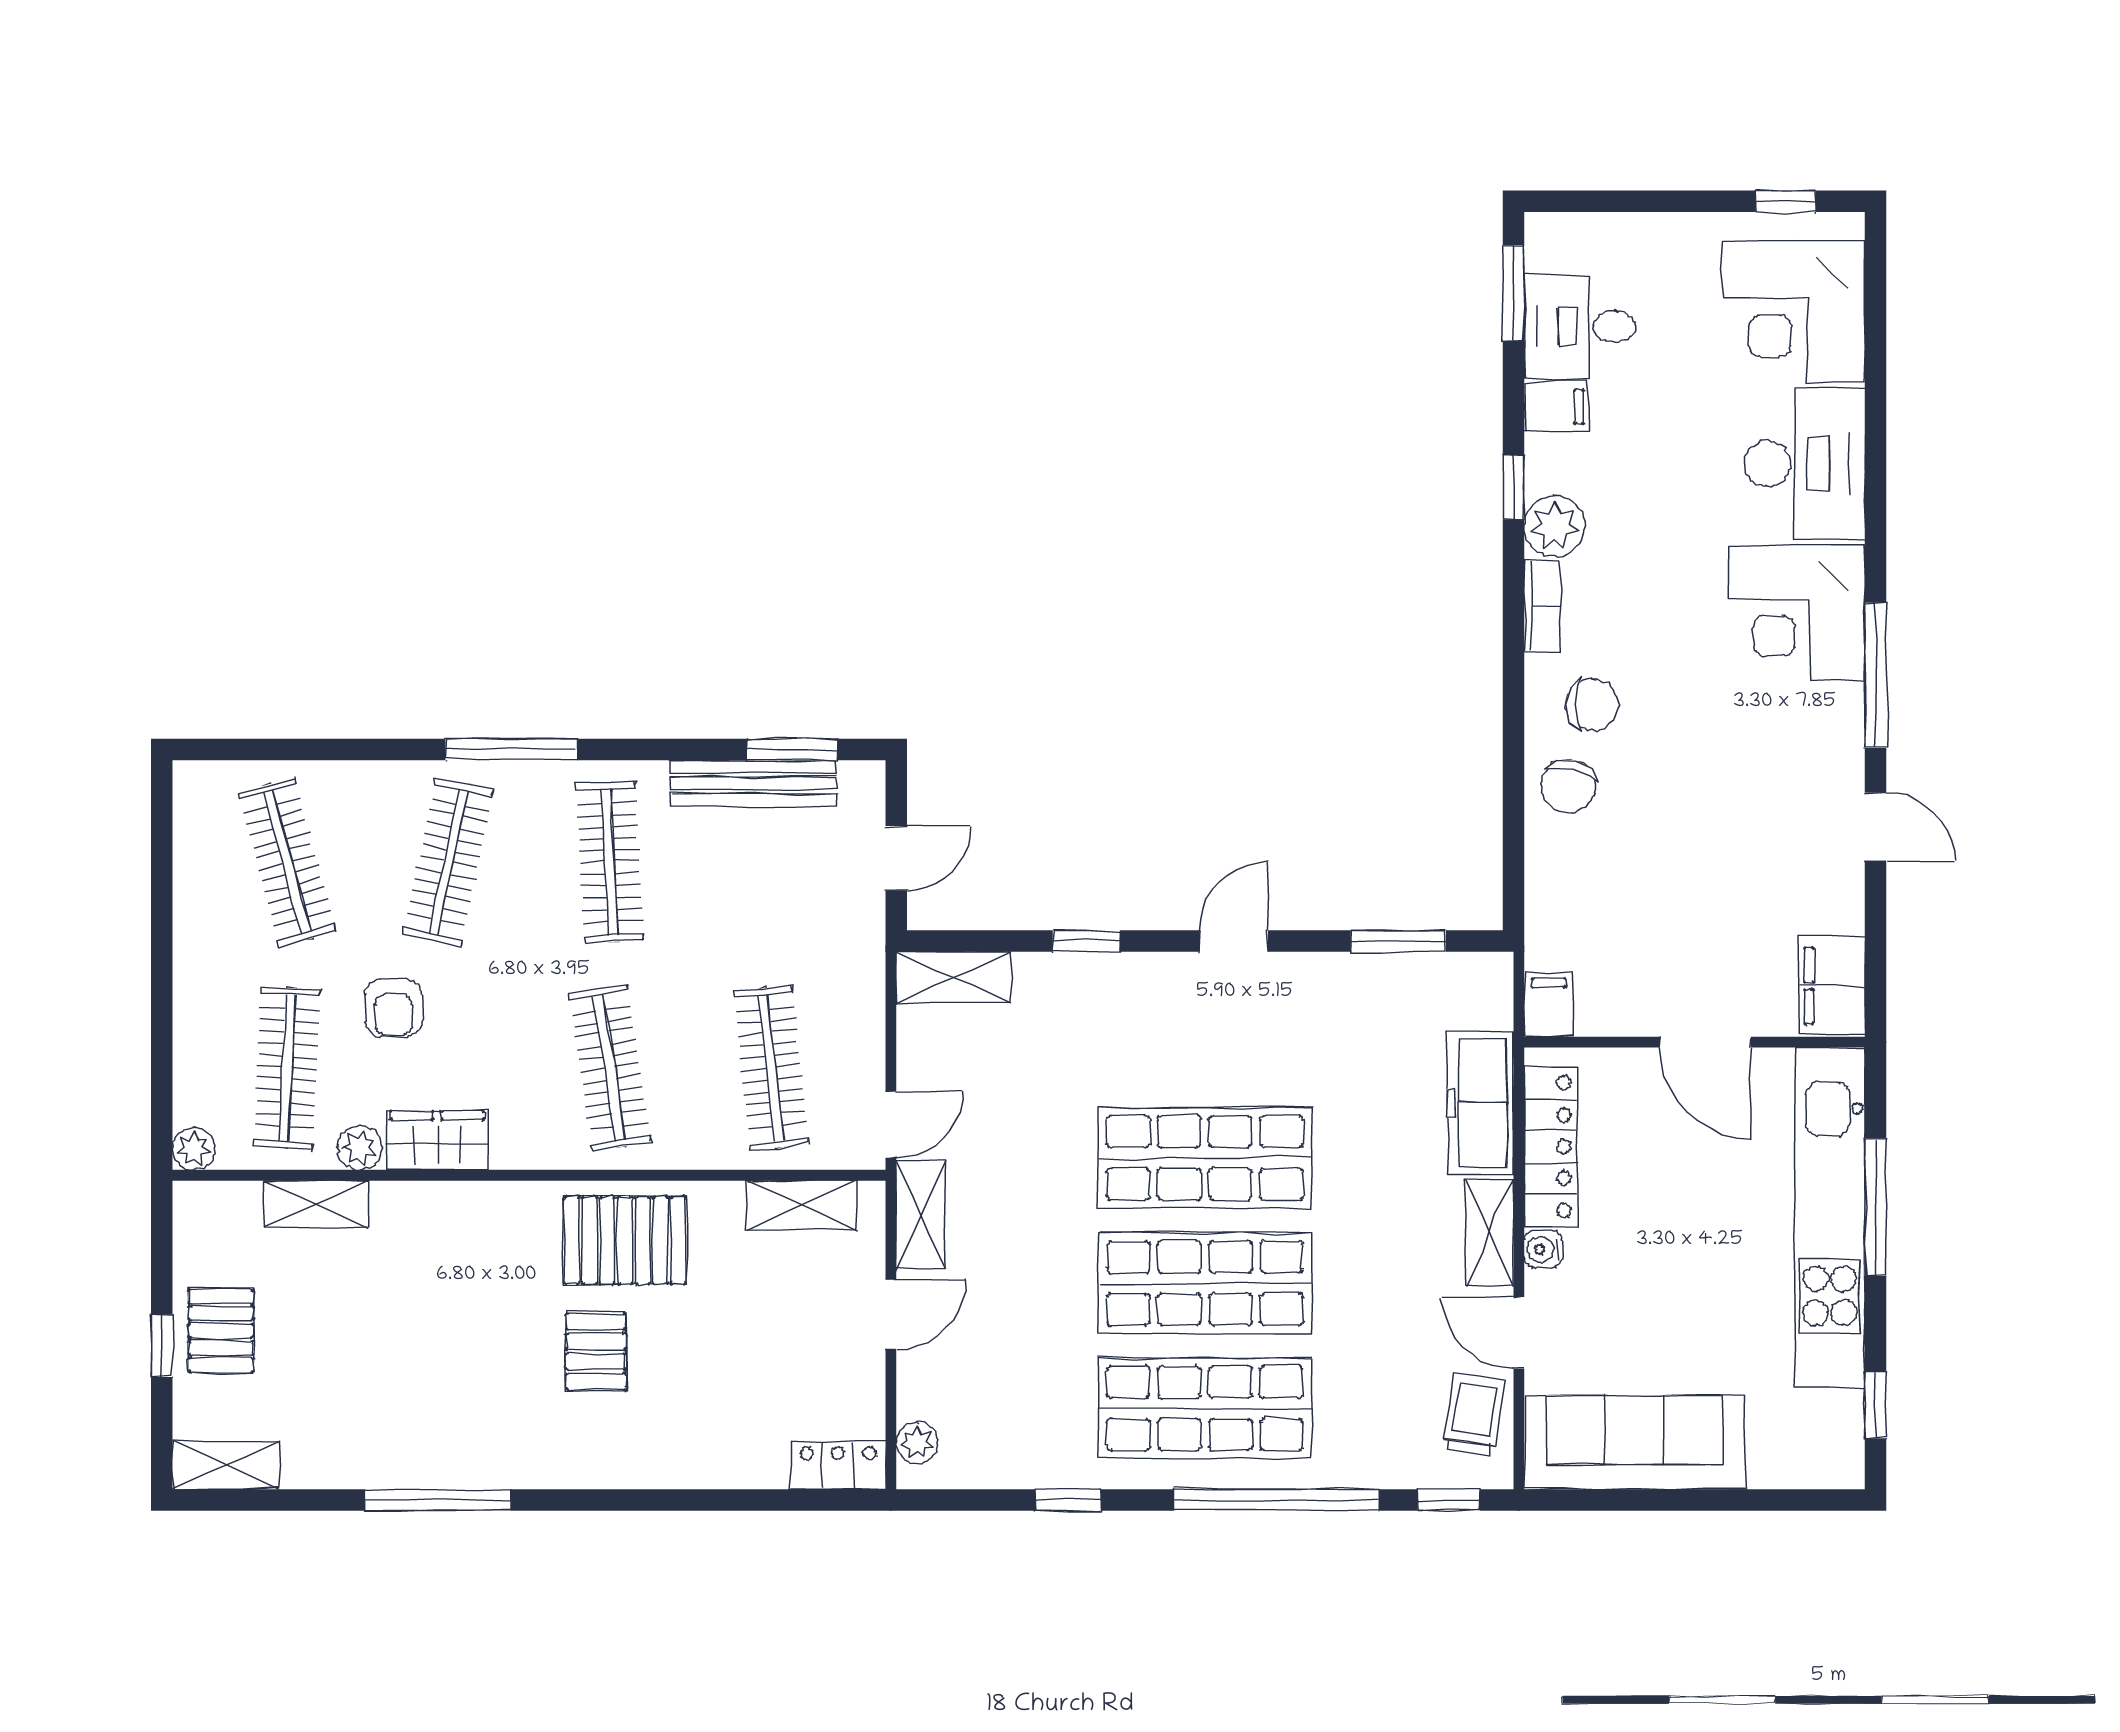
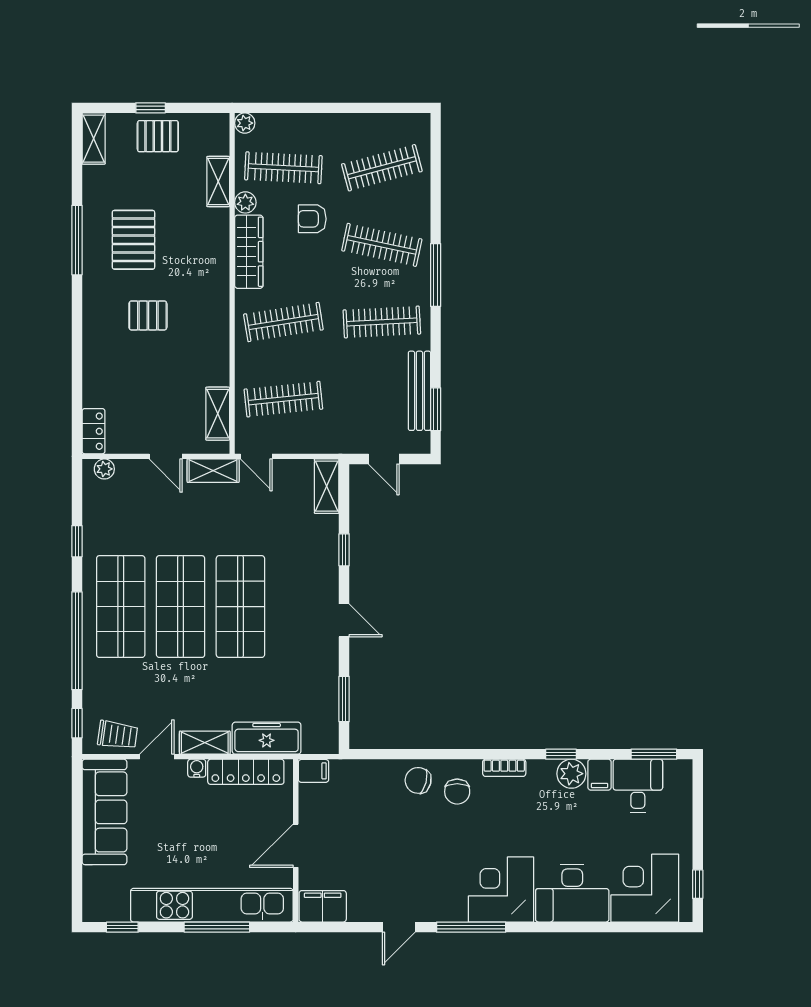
plant: (1555, 526) -> (571, 774), moved
wardrobe: (437, 1140) -> (249, 252), width x1.50
pallet: (625, 1240) -> (133, 240), moved

